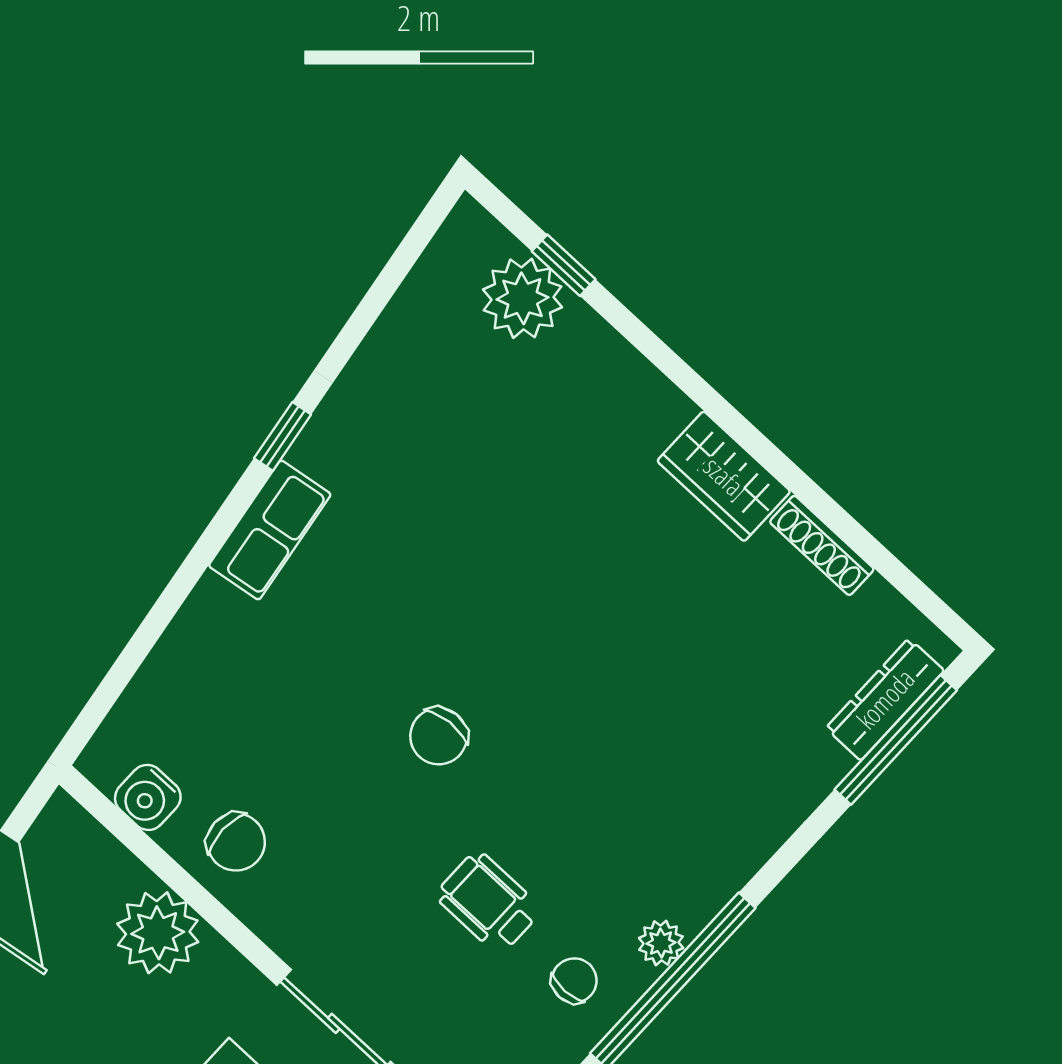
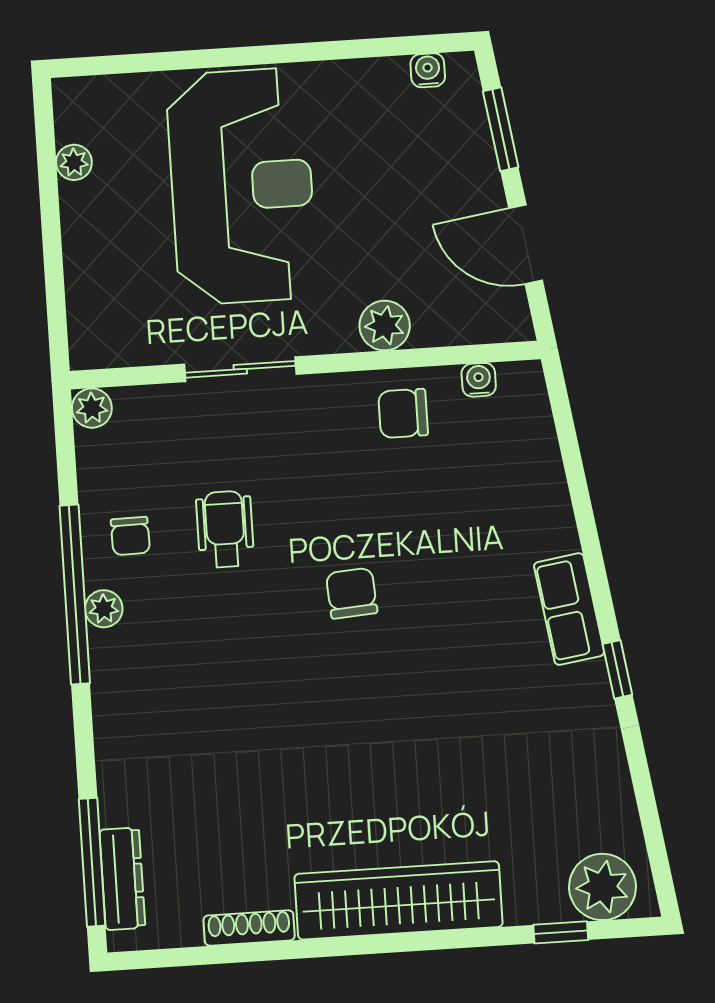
plant: (523, 298) -> (603, 887), moved
wardrobe: (724, 476) -> (398, 900), width x2.10, depth x1.17
water cooler: (148, 797) -> (479, 380), width x0.72, depth x0.72
wheelchair: (488, 902) -> (225, 529), turned -90
plant: (158, 933) -> (385, 326), width x0.73, depth x0.73

